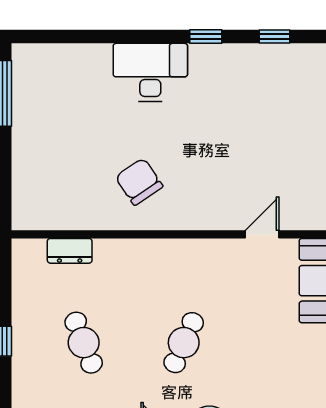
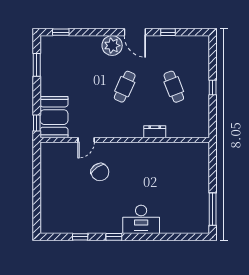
chair: (139, 182) -> (100, 172), moved
dresser: (70, 251) -> (155, 132), moved

